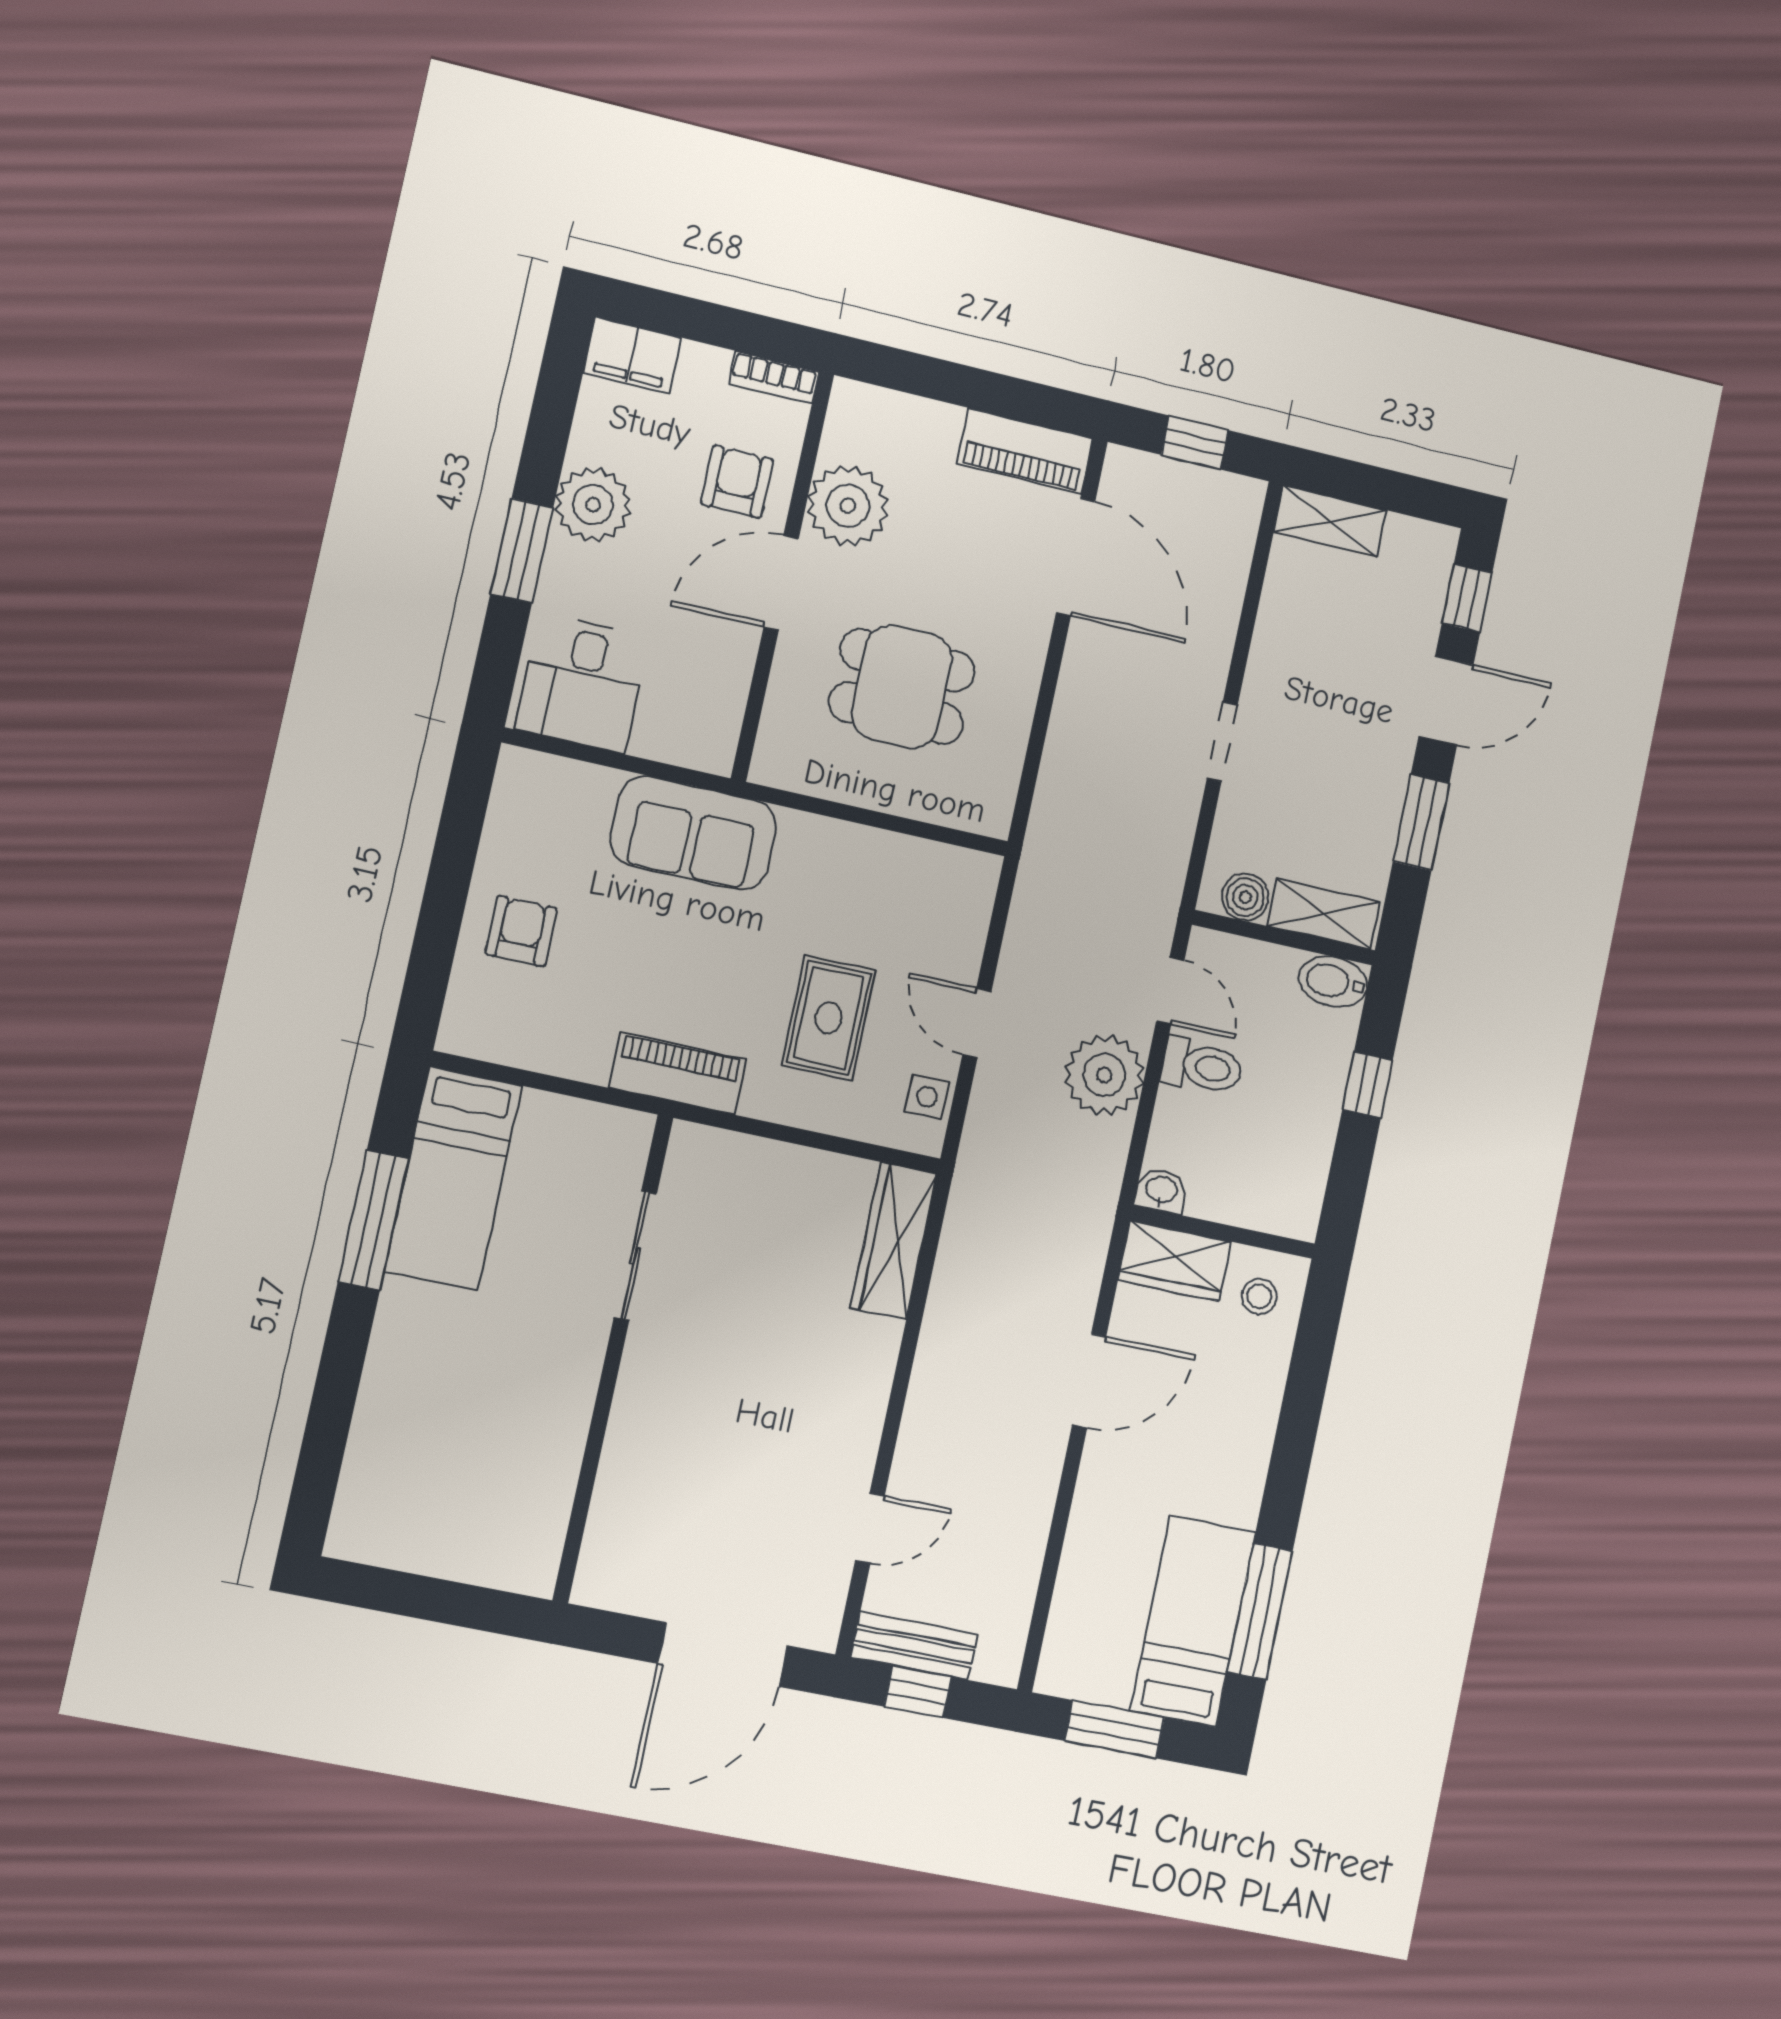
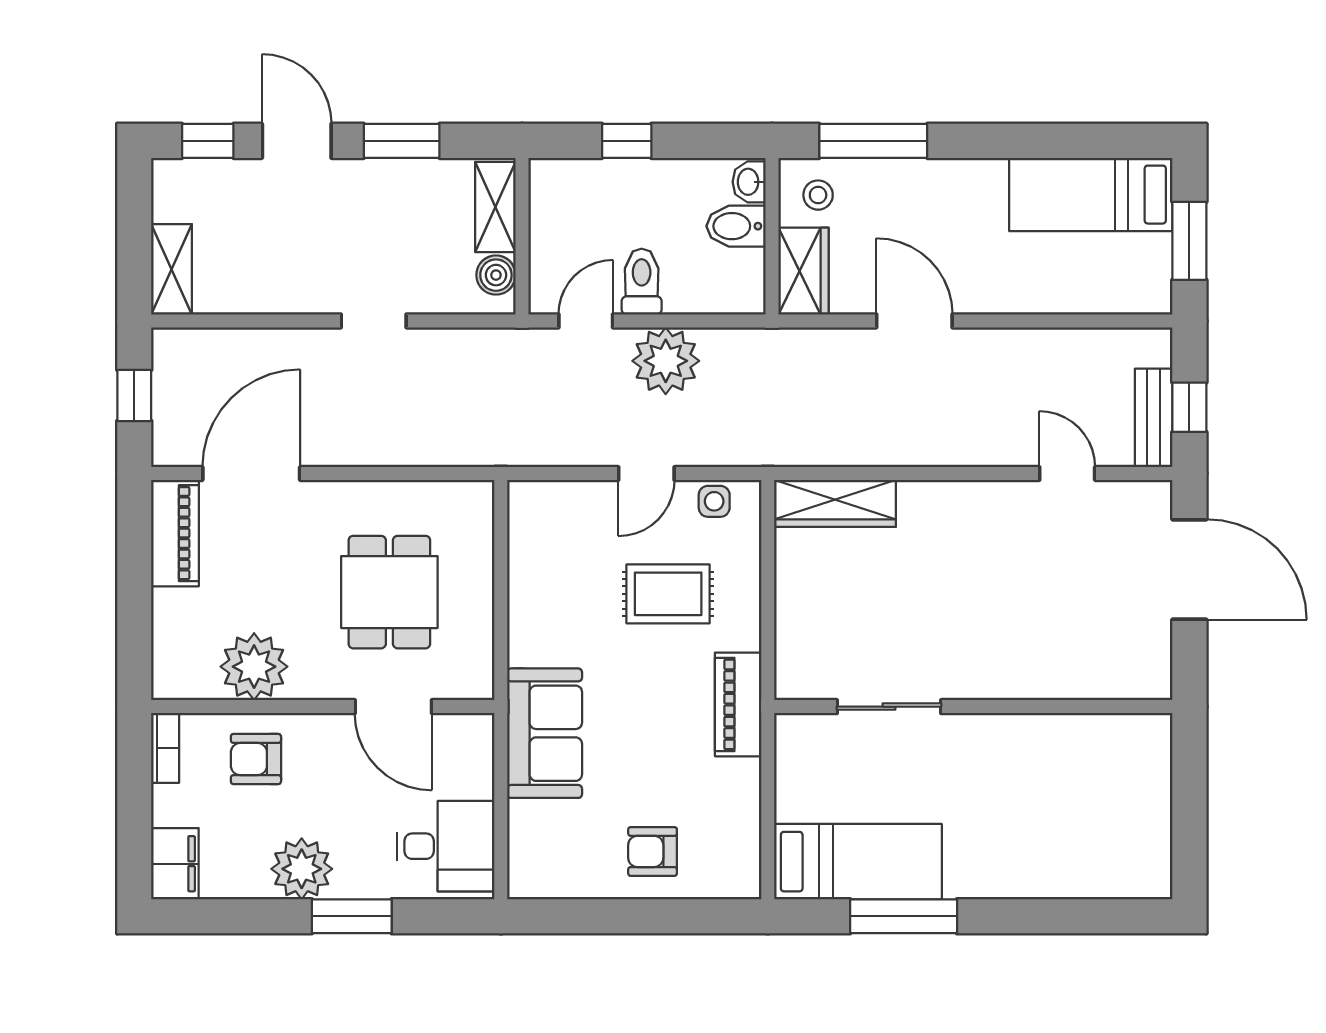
door: (781, 583) -> (393, 707), moved
bidet: (1333, 982) -> (736, 226), moved, turned 90
washbasin: (1161, 1191) -> (749, 182), moved
window: (1260, 1611) -> (873, 141), moved

